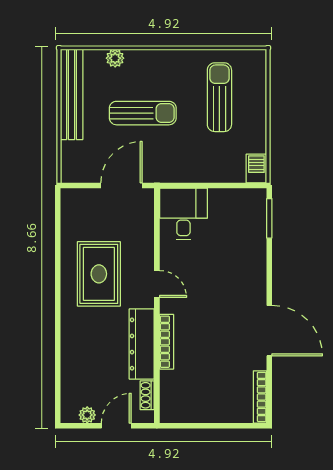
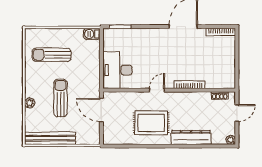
plant: (115, 58) -> (30, 103), moved
desk: (183, 214) -> (117, 70), width x1.37
dresser: (142, 344) -> (191, 138), moved, turned 180
plant: (87, 415) -> (231, 140), moved
door: (116, 426) -> (237, 113), swing flipped

